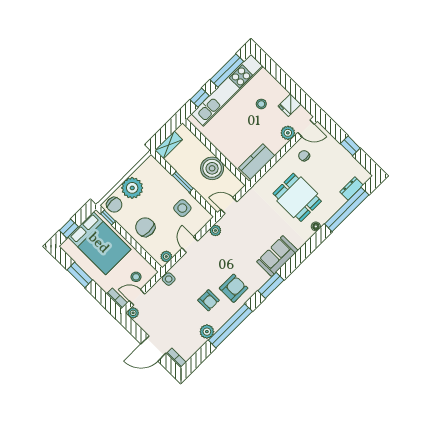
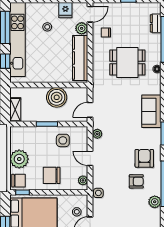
kitchen counter: (257, 162) -> (80, 58), width x1.50

